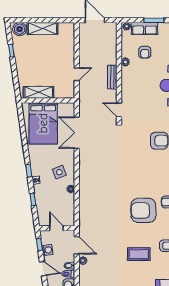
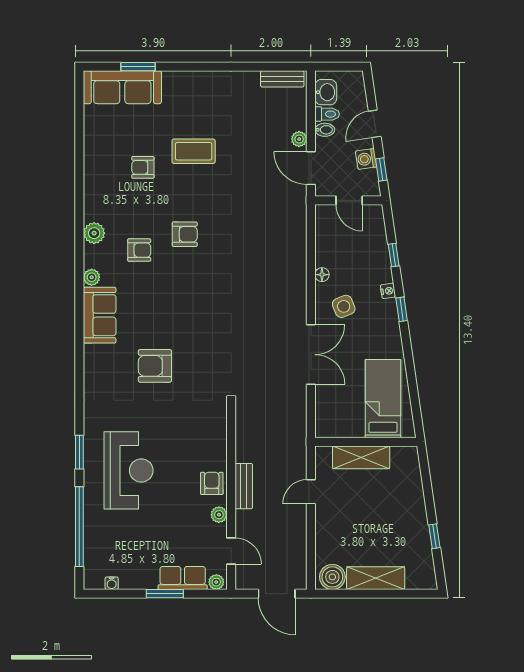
boiler: (20, 29) -> (332, 577), moved
armchair: (145, 52) -> (212, 483), moved
shelving: (39, 92) -> (361, 457), moved
door: (119, 110) -> (231, 551), moved
bed: (43, 123) -> (383, 399), width x0.67
double door: (77, 133) -> (311, 355), moved
armchair: (143, 210) -> (185, 234), width x0.53, depth x0.53
door: (43, 269) -> (375, 124), hinge flipped

